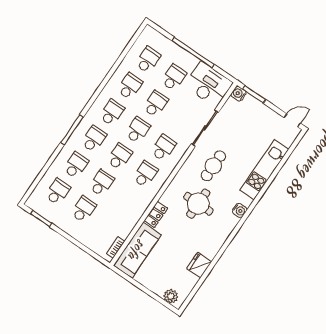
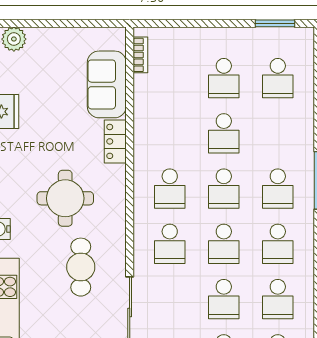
school desk: (76, 165) -> (278, 133), removed
sofa: (137, 250) -> (107, 84), width x0.73

